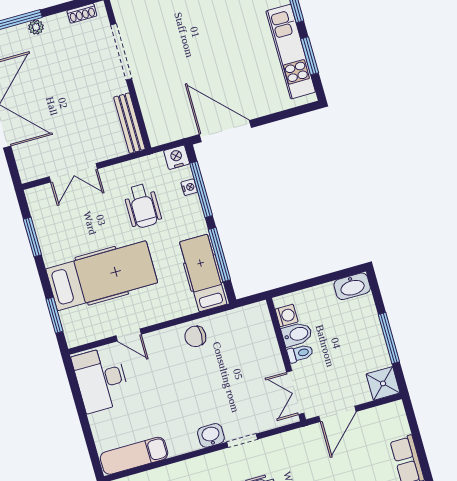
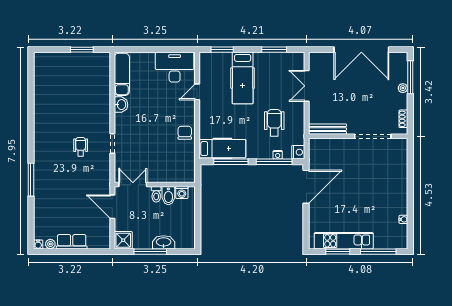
wheelchair: (142, 206) -> (274, 123), turned 90
hospital bed: (102, 276) -> (243, 78), width x0.73, depth x0.78
washbasin: (352, 286) -> (164, 242), moved, turned 90
washbasin: (211, 435) -> (121, 105), moved

